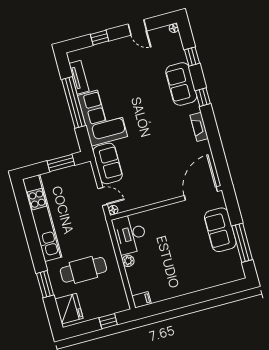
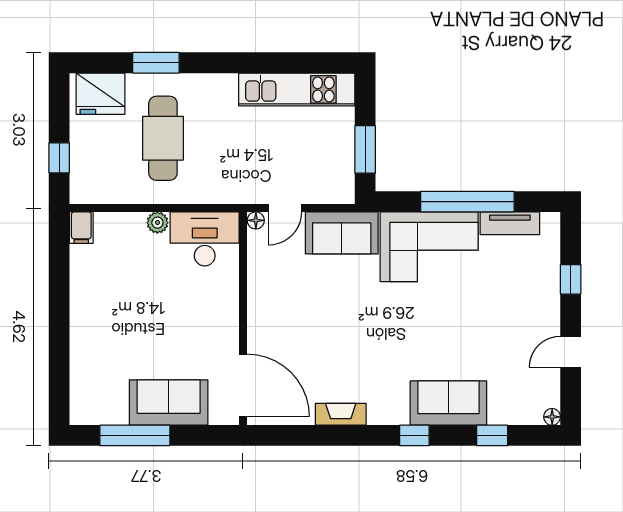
fireplace: (199, 127) -> (341, 414), moved
kitchen unit: (42, 218) -> (297, 89), width x0.73

